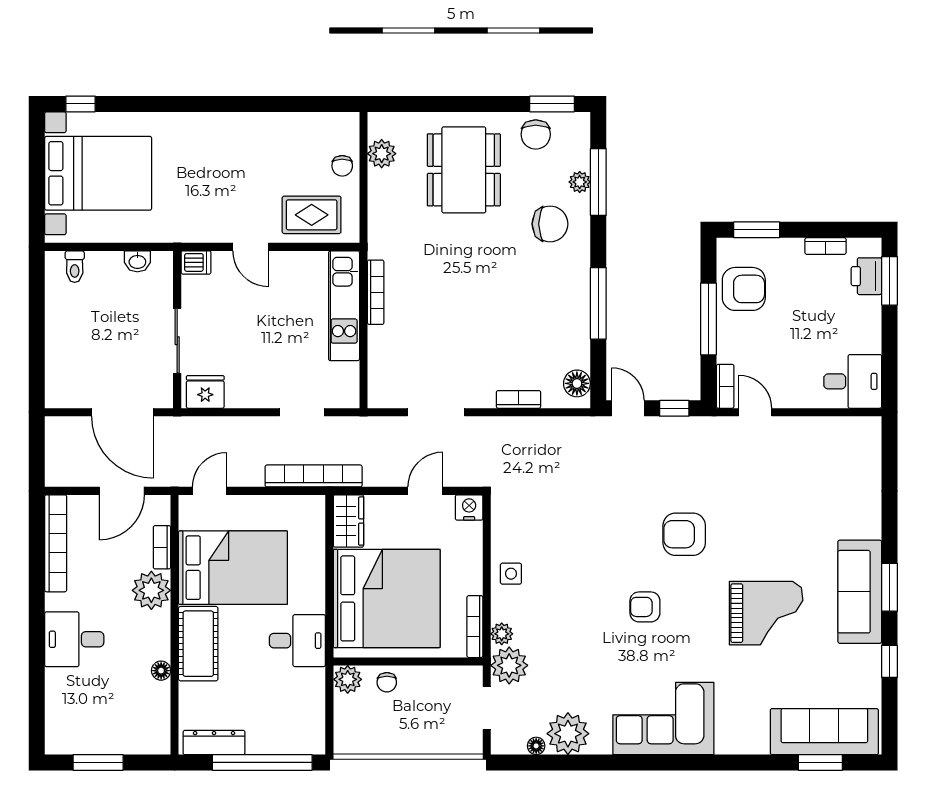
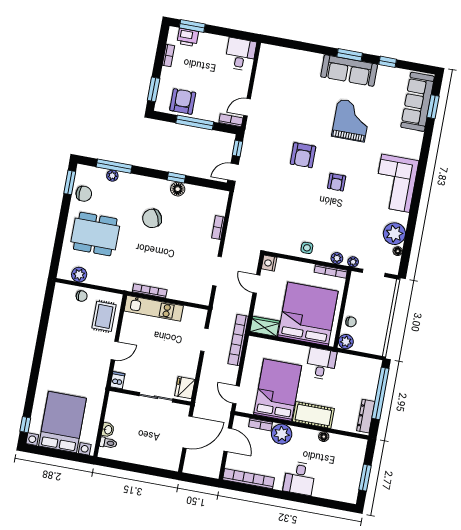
chair: (550, 224) -> (152, 218), moved, turned -115
washbasin: (137, 261) -> (108, 430), moved
window: (598, 303) -> (176, 178), width x0.46
floor lamp: (577, 383) -> (178, 189), moved
plant: (509, 665) -> (353, 262), width x0.53, depth x0.53

